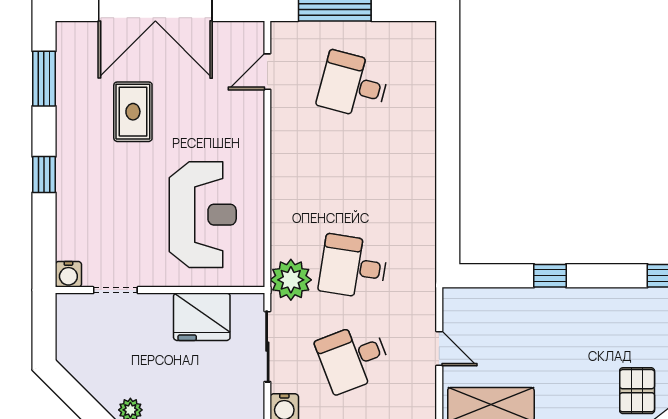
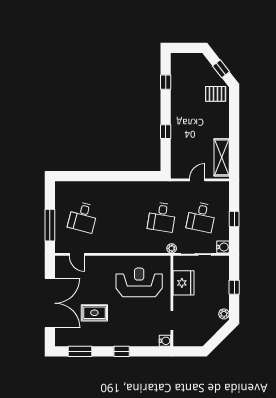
plant: (291, 280) -> (172, 248), width x0.53, depth x0.53
desk: (353, 358) -> (201, 217), turned 33

